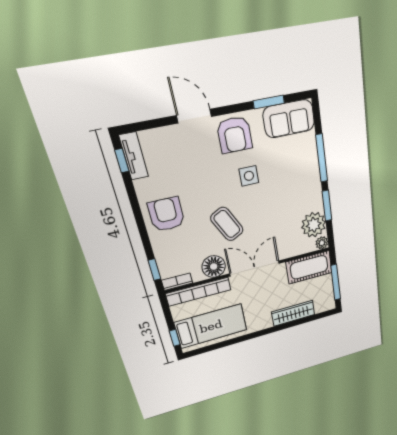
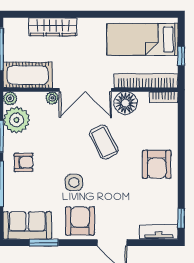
tv unit: (134, 156) -> (159, 232), moved, turned 90
armchair: (302, 185) -> (24, 162), added
plant: (284, 253) -> (52, 98), added
window: (154, 270) -> (181, 115), removed
window: (175, 338) -> (181, 56), moved

